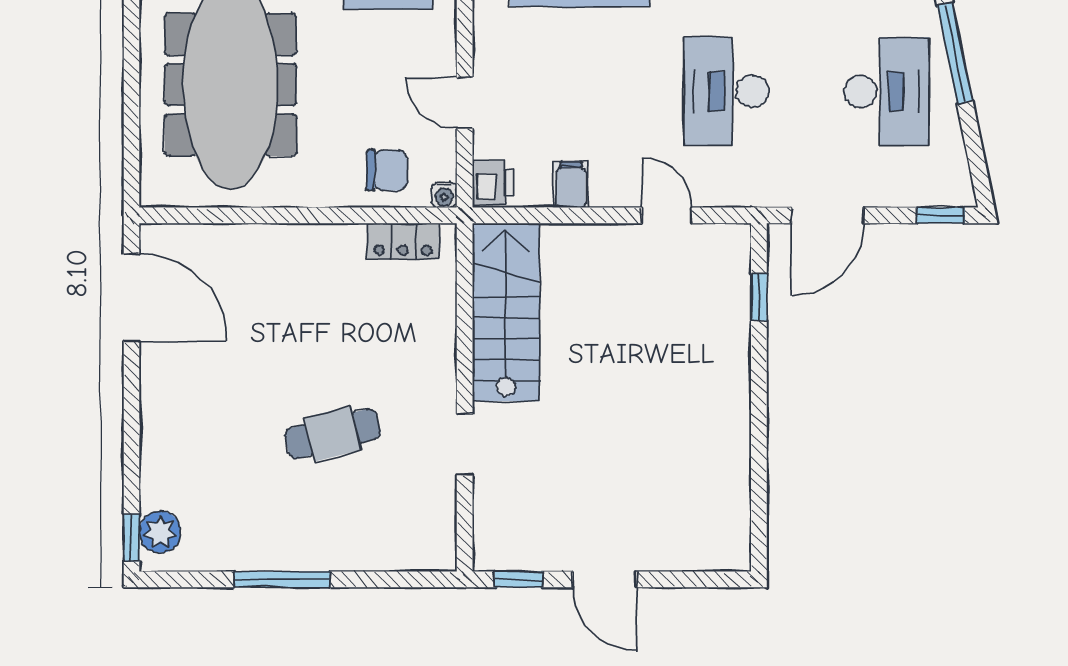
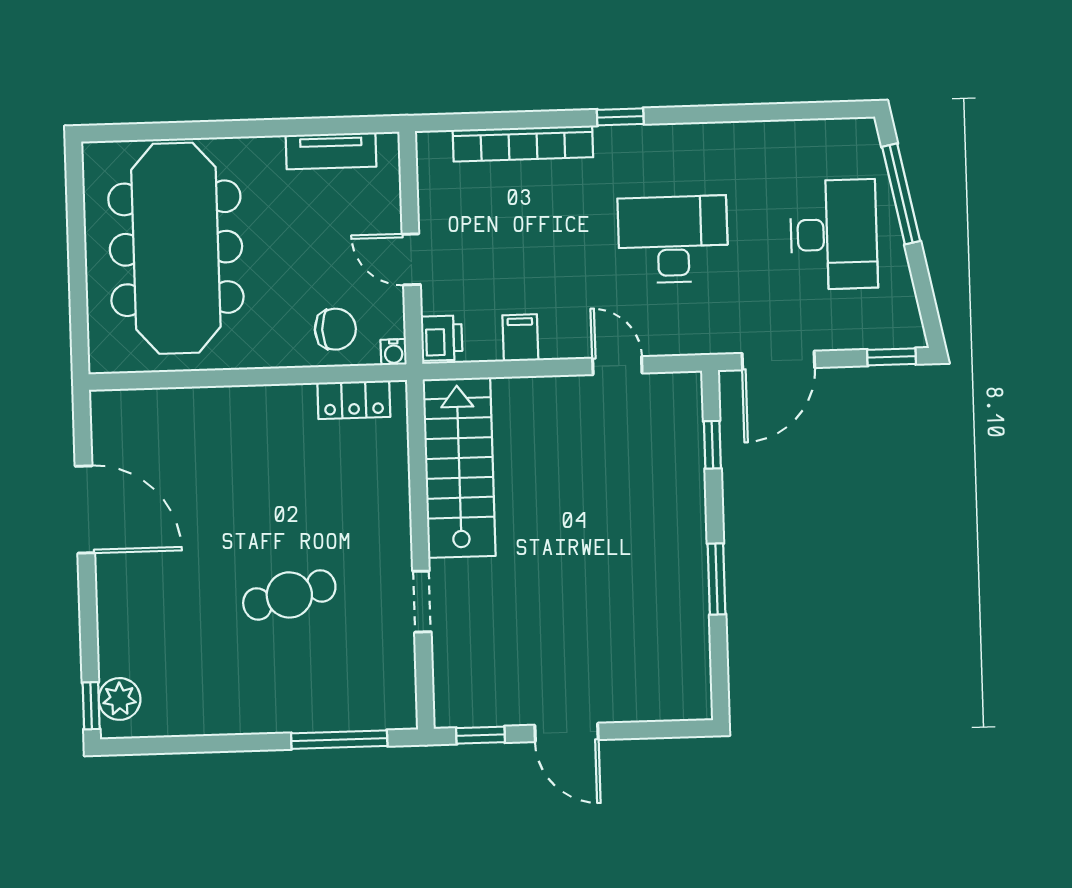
desk: (726, 91) -> (673, 239), turned 90
door: (132, 297) -> (85, 510), moved
window: (759, 431) -> (717, 579), added
window: (282, 579) -> (339, 740), moved

